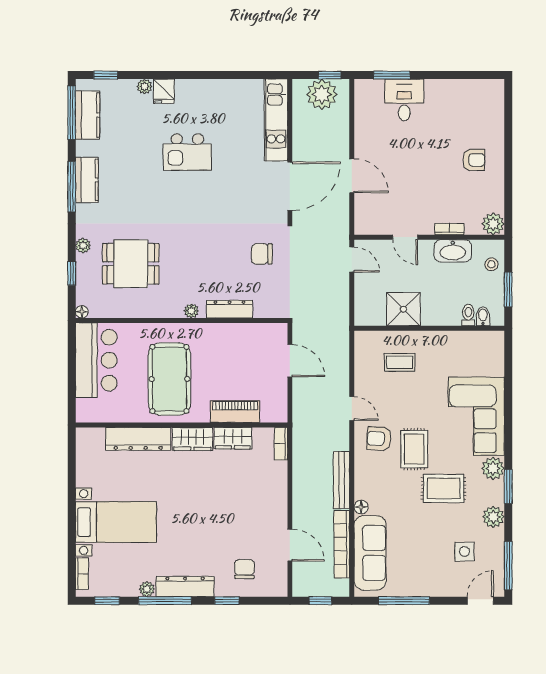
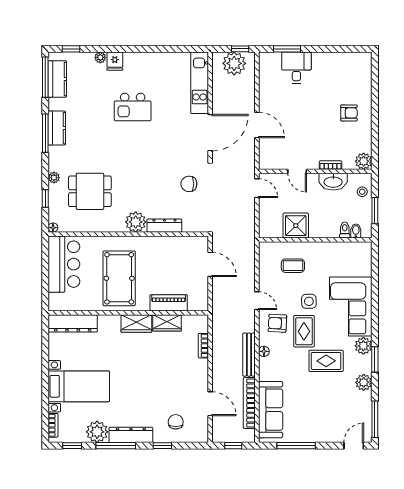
plant: (191, 311) -> (136, 222), width x1.88, depth x1.88
dresser: (138, 439) -> (73, 323), moved
bookcase: (281, 444) -> (203, 346), moved
floor lamp: (361, 507) -> (264, 351), moved
side table: (465, 552) -> (309, 301), moved
plant: (147, 589) -> (97, 432), width x1.87, depth x1.87

